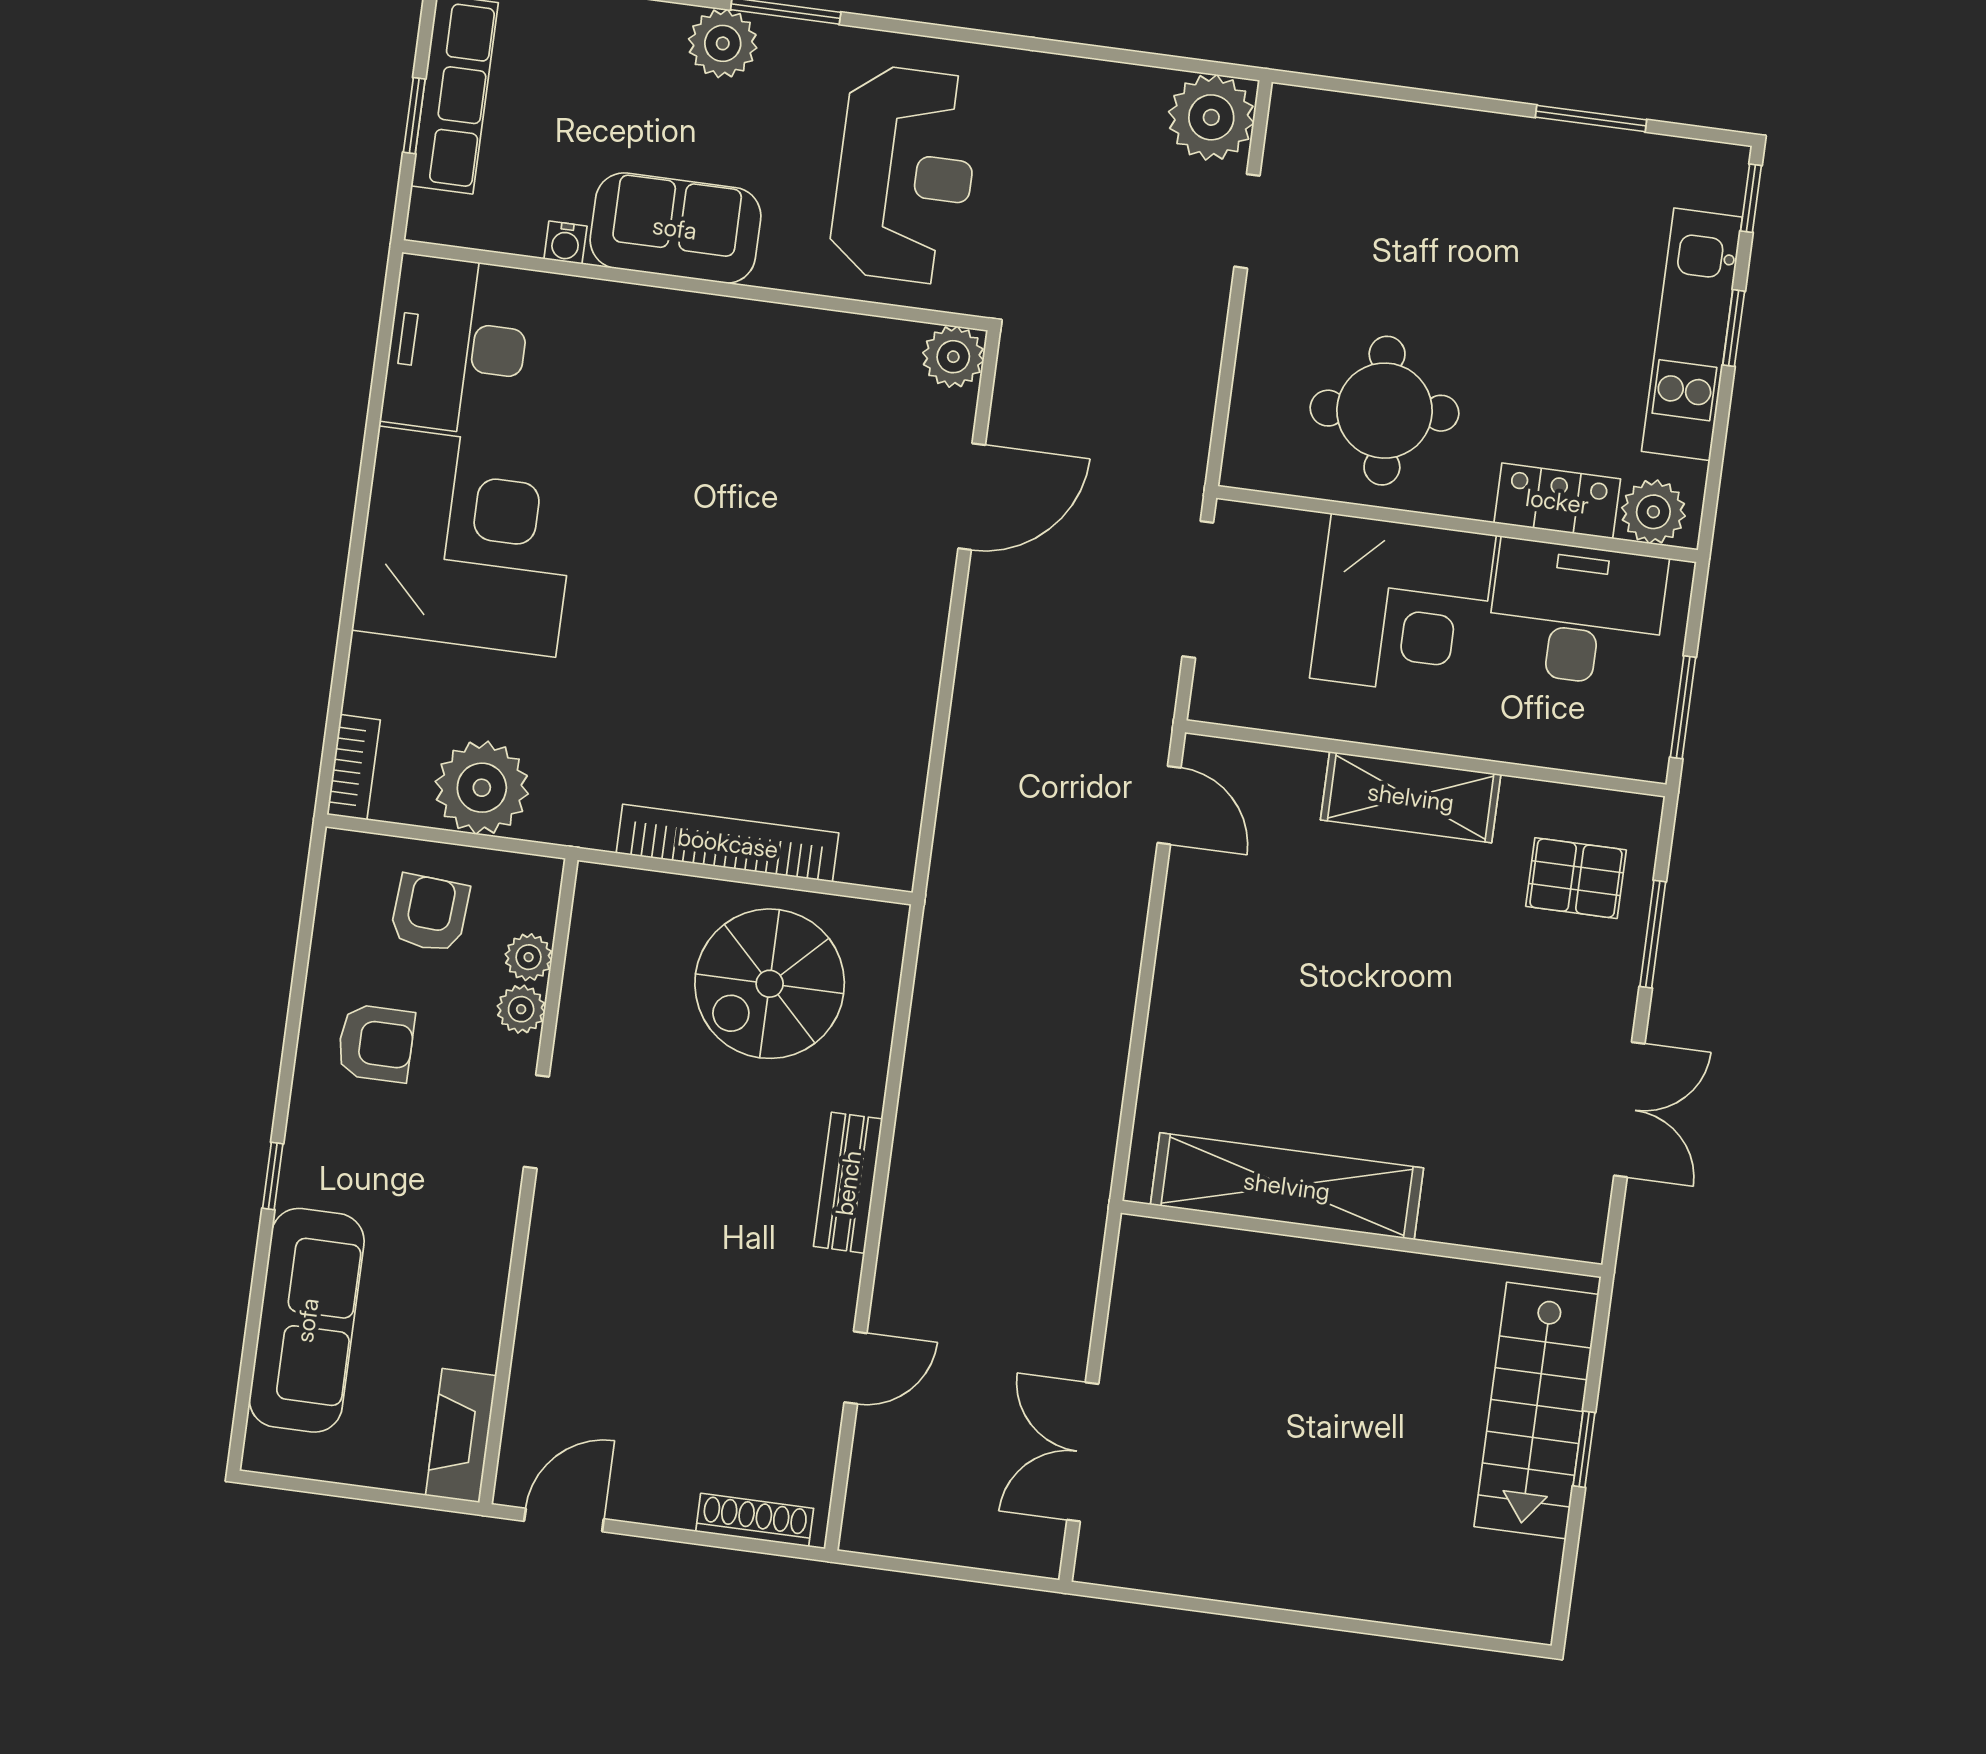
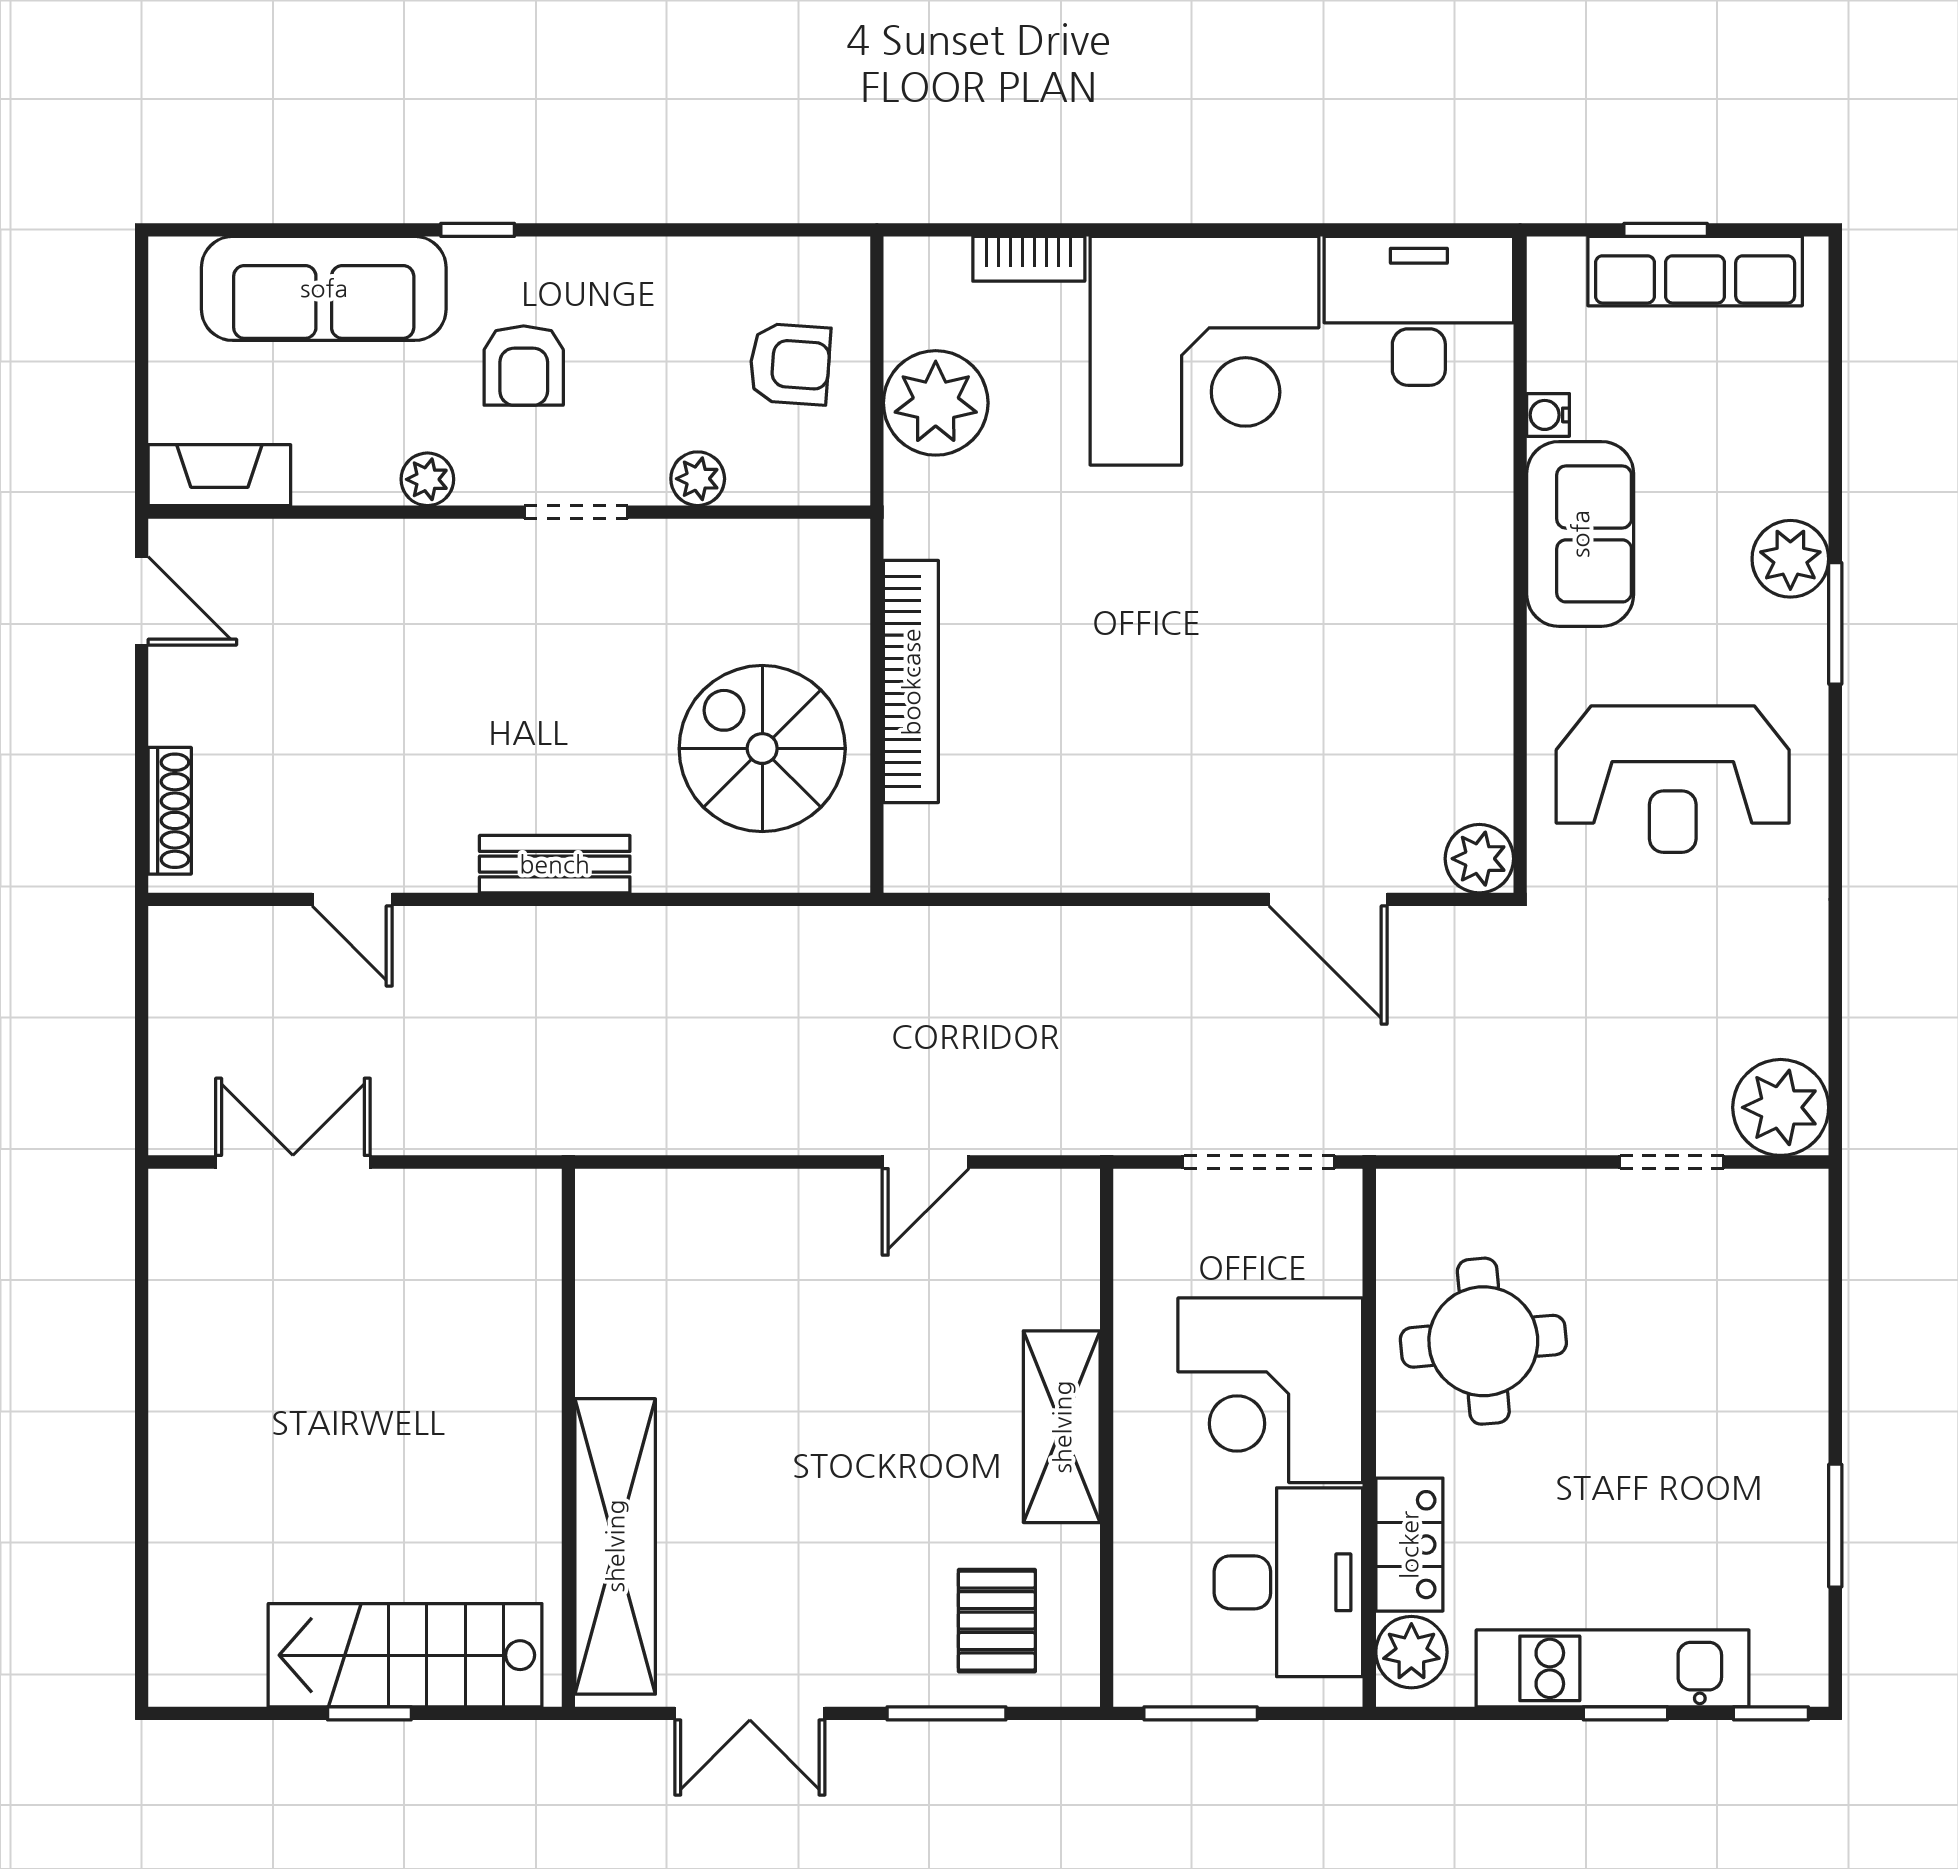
bookcase: (354, 767) -> (1029, 259), moved
door: (1169, 805) -> (926, 1162), moved
plant: (529, 957) -> (427, 479), moved
armchair: (376, 1043) -> (524, 366), moved
shelving: (1287, 1186) -> (615, 1546), moved

